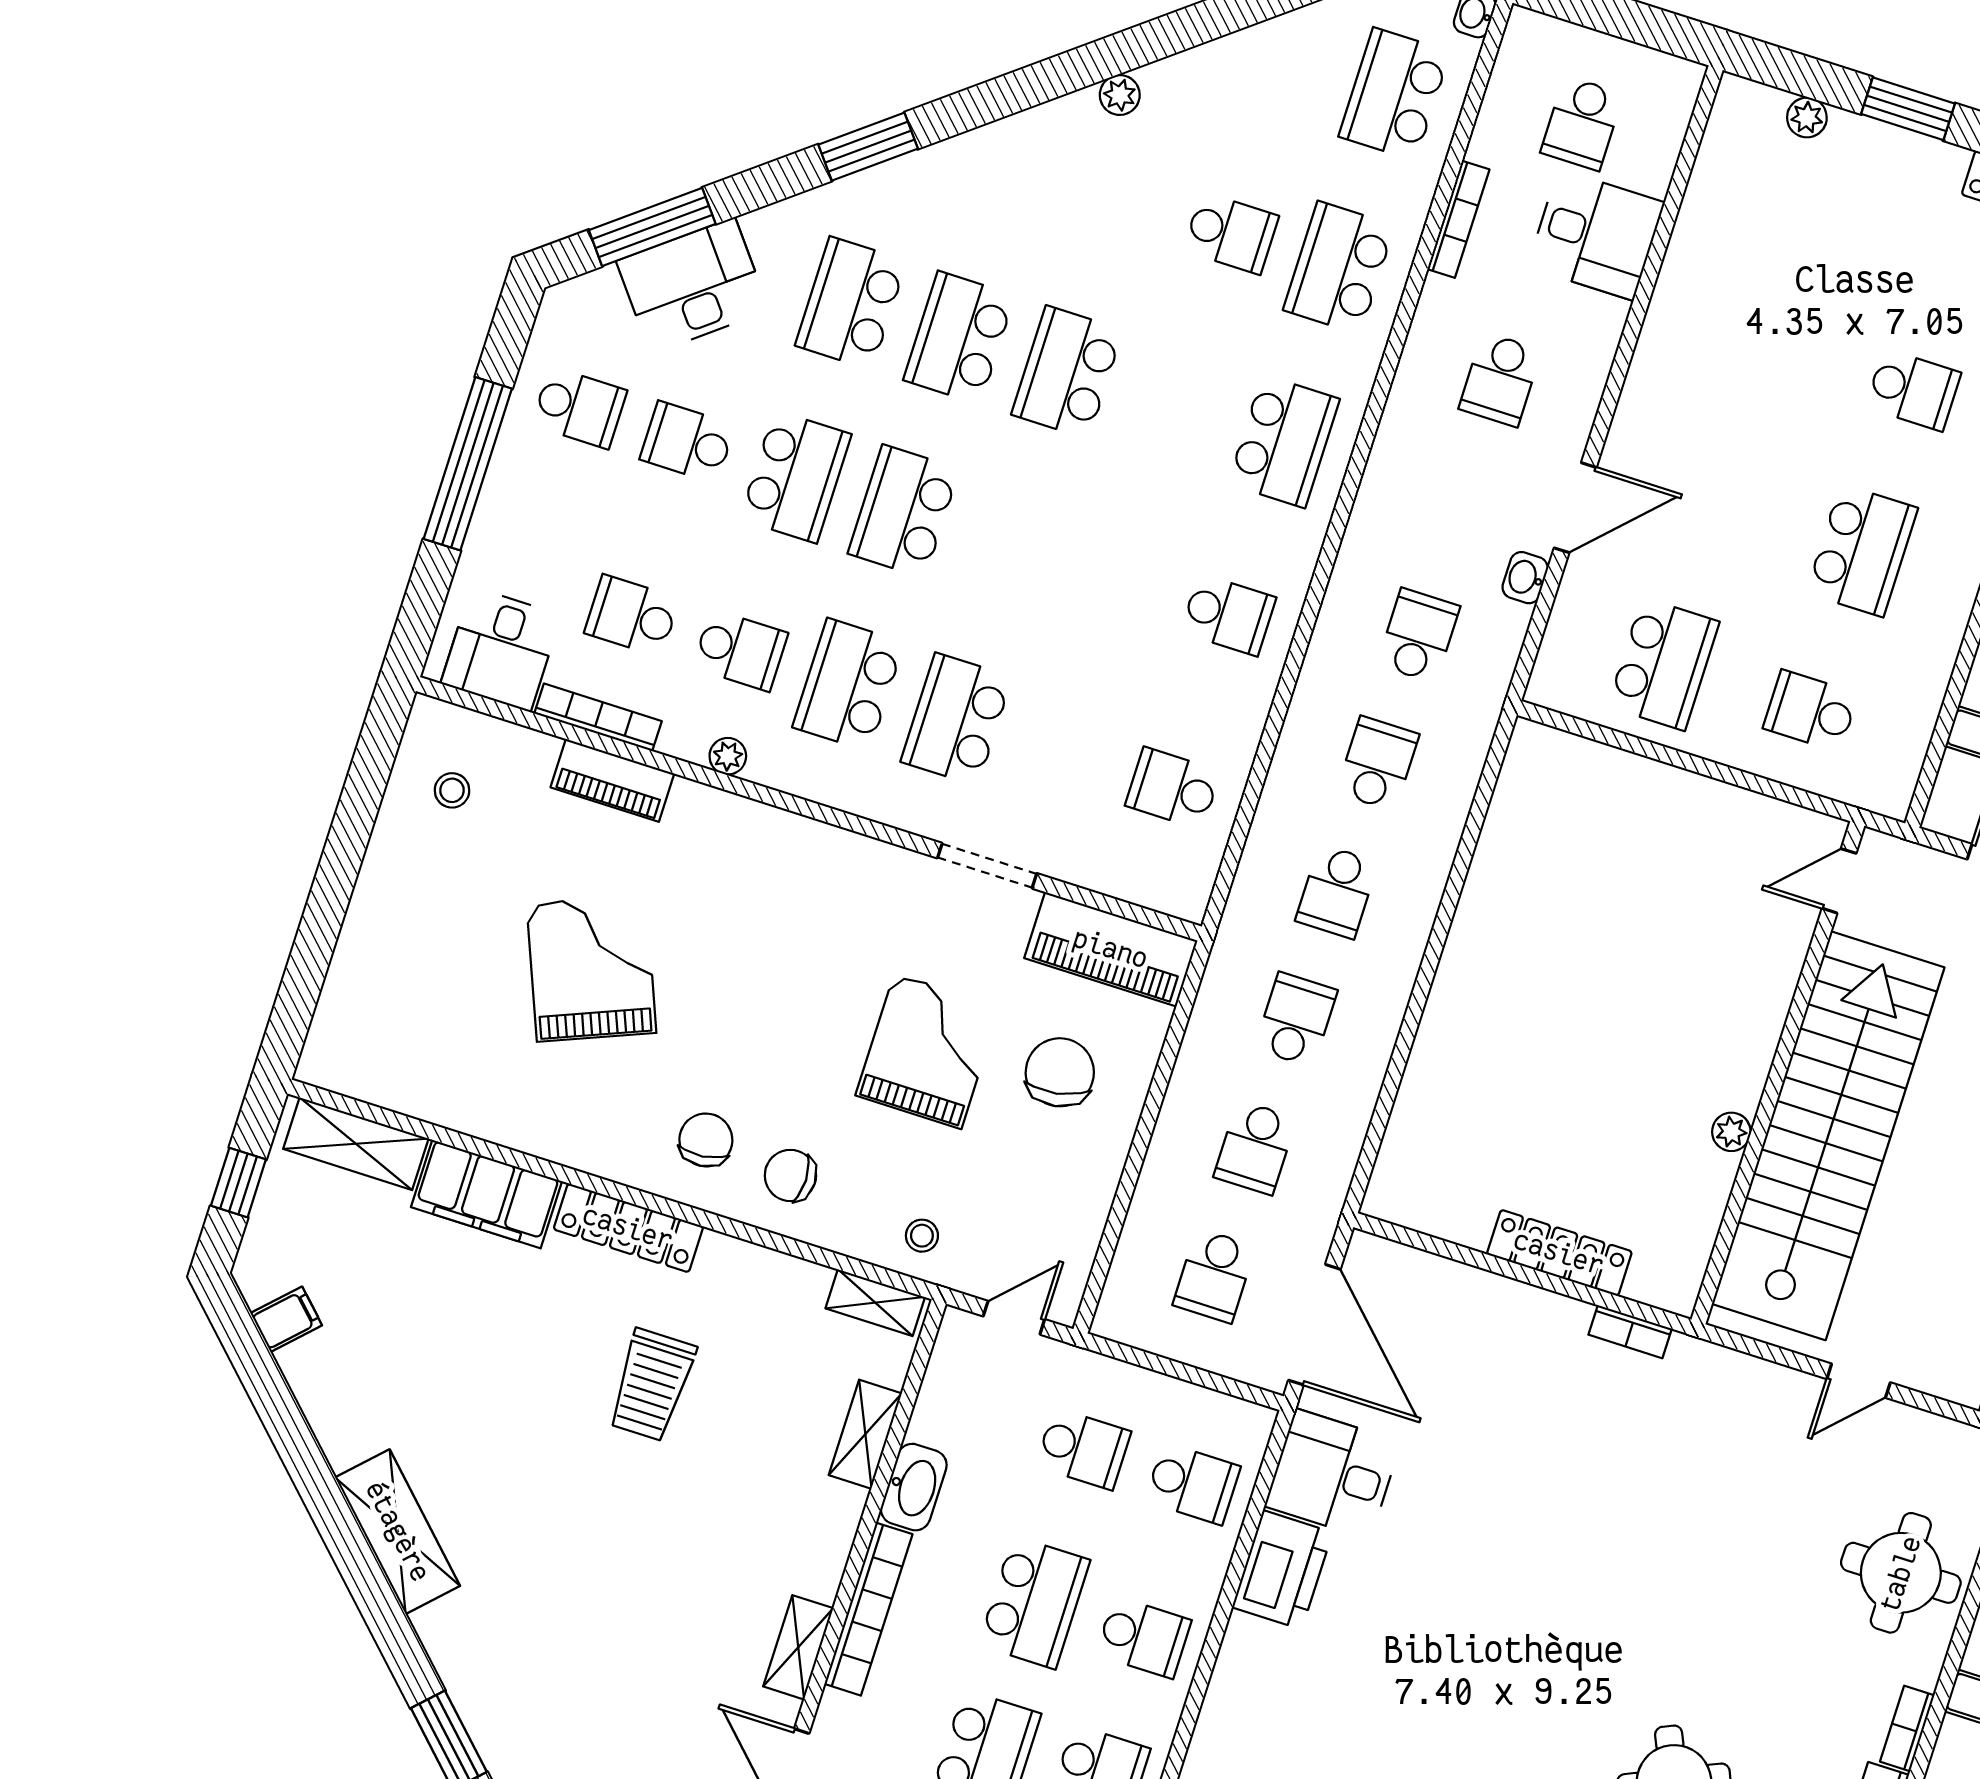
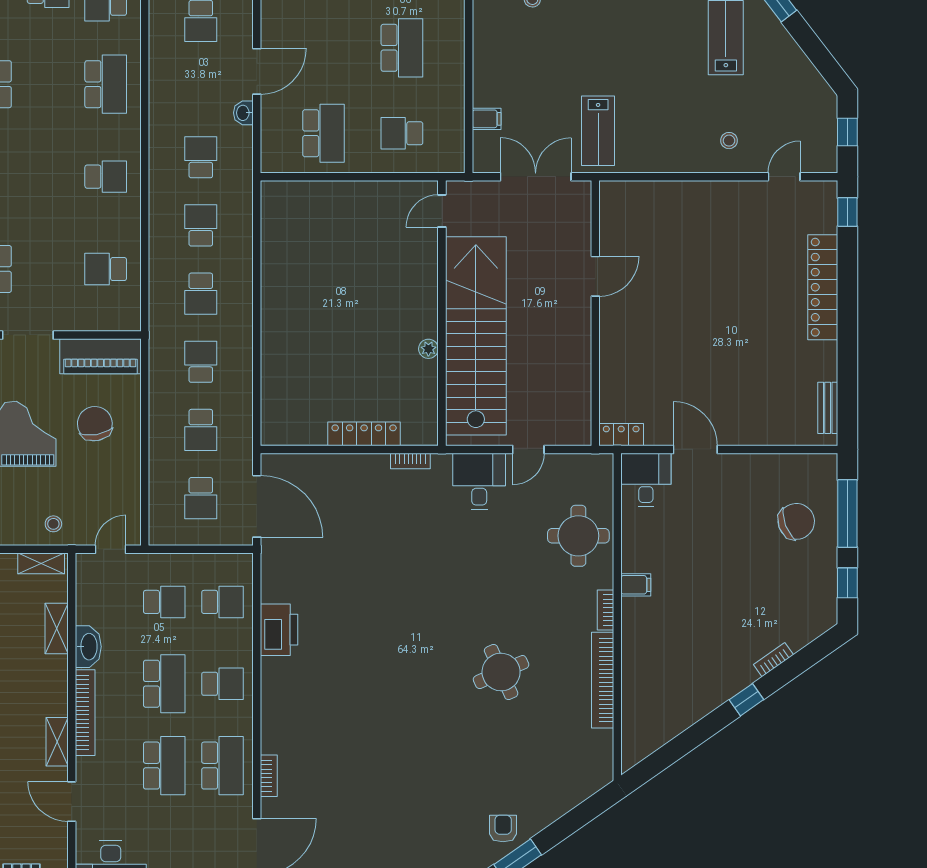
desk: (1333, 1474) -> (479, 481), moved, turned 90

